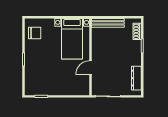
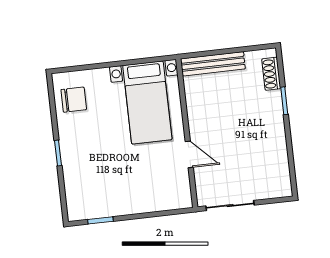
door: (91, 68) -> (189, 154), swing flipped
dresser: (136, 78) -> (280, 164), removed

